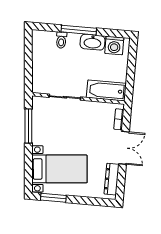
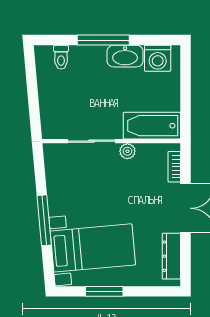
toilet: (61, 40) -> (61, 57), moved
plant: (88, 106) -> (127, 151), added
window: (28, 126) -> (44, 220), moved
window: (53, 198) -> (104, 291), moved

